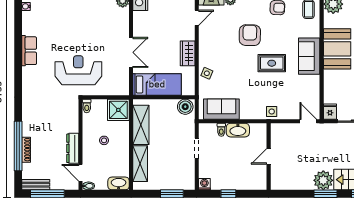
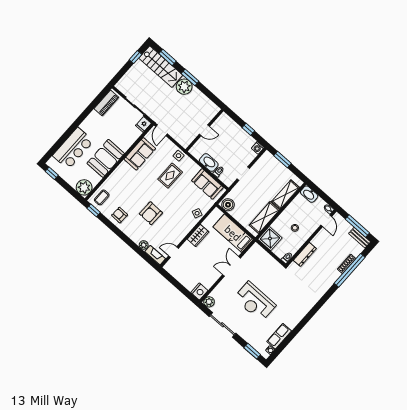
row of seats: (29, 51) -> (279, 336), moved
sofa: (309, 56) -> (140, 154), moved
rug: (272, 63) -> (170, 176), moved, turned 90
reception desk: (78, 70) -> (255, 302), moved
dresser: (73, 148) -> (305, 254), moved

